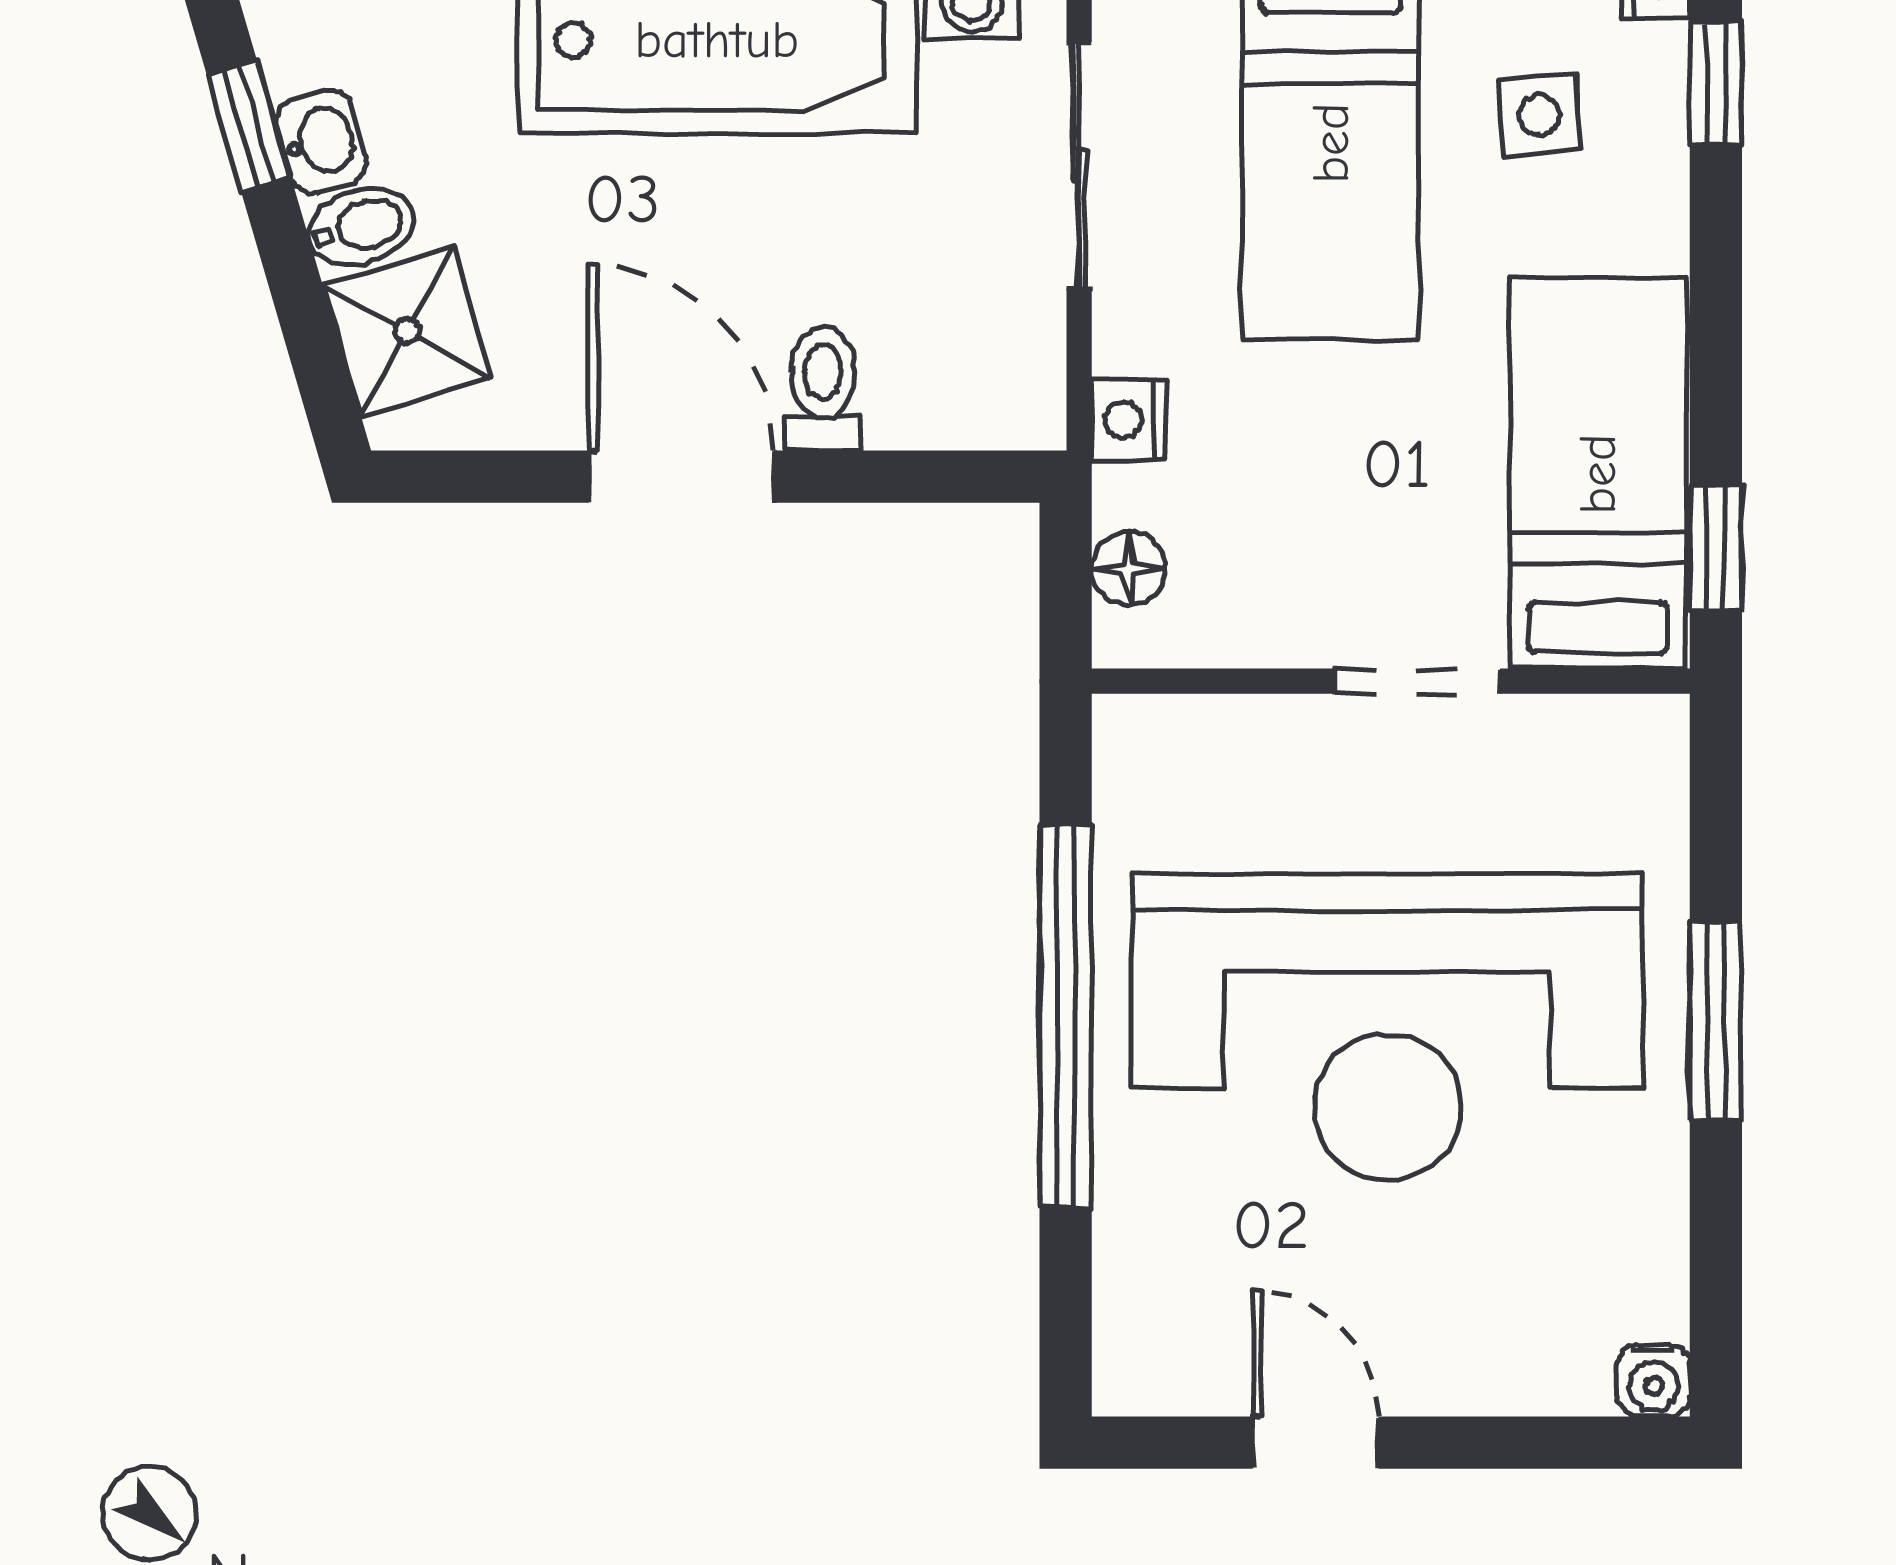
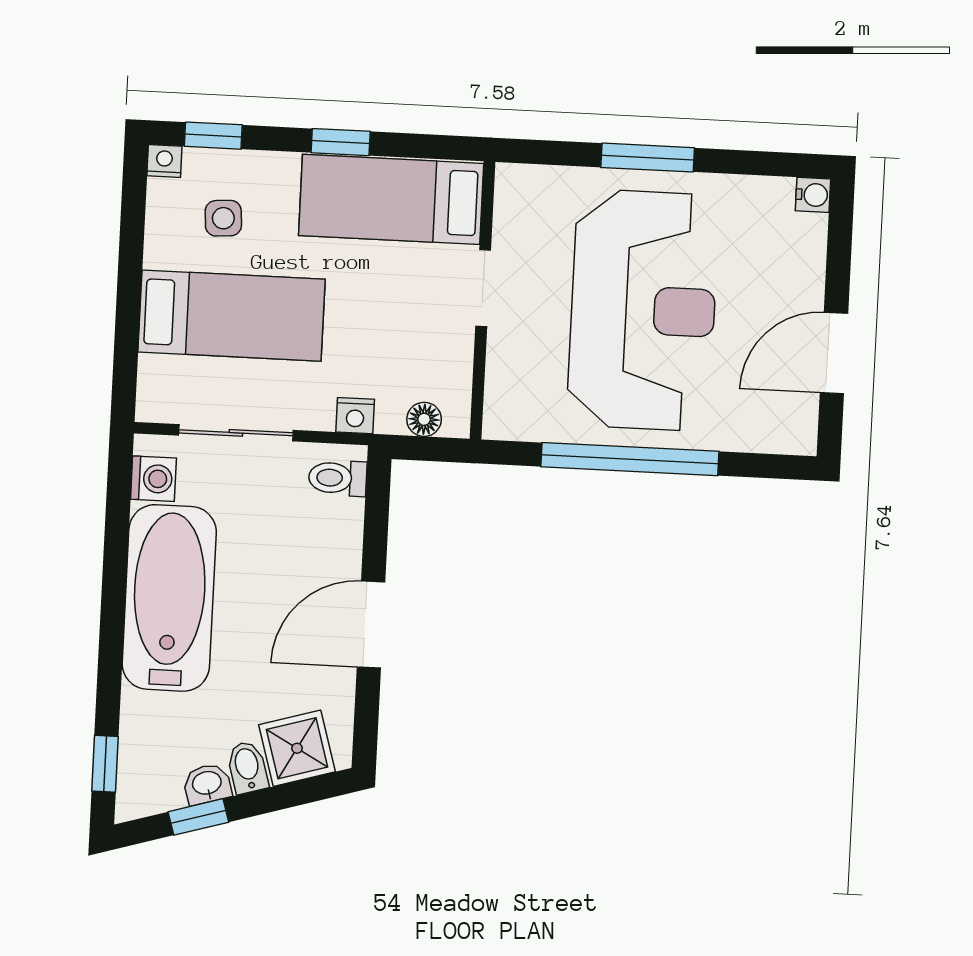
toilet: (823, 389) -> (338, 478), moved
window: (1716, 548) -> (341, 142), moved
door: (1316, 1443) -> (834, 353), width x1.38

